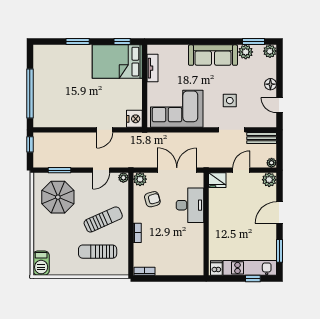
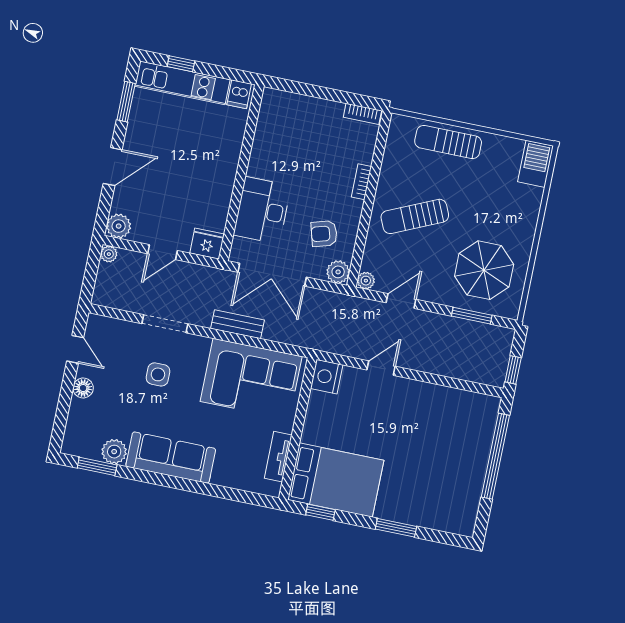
plant: (270, 51) -> (73, 444), removed
bench: (262, 138) -> (238, 324), moved
sun lounger: (98, 252) -> (448, 142), moved, turned 180

